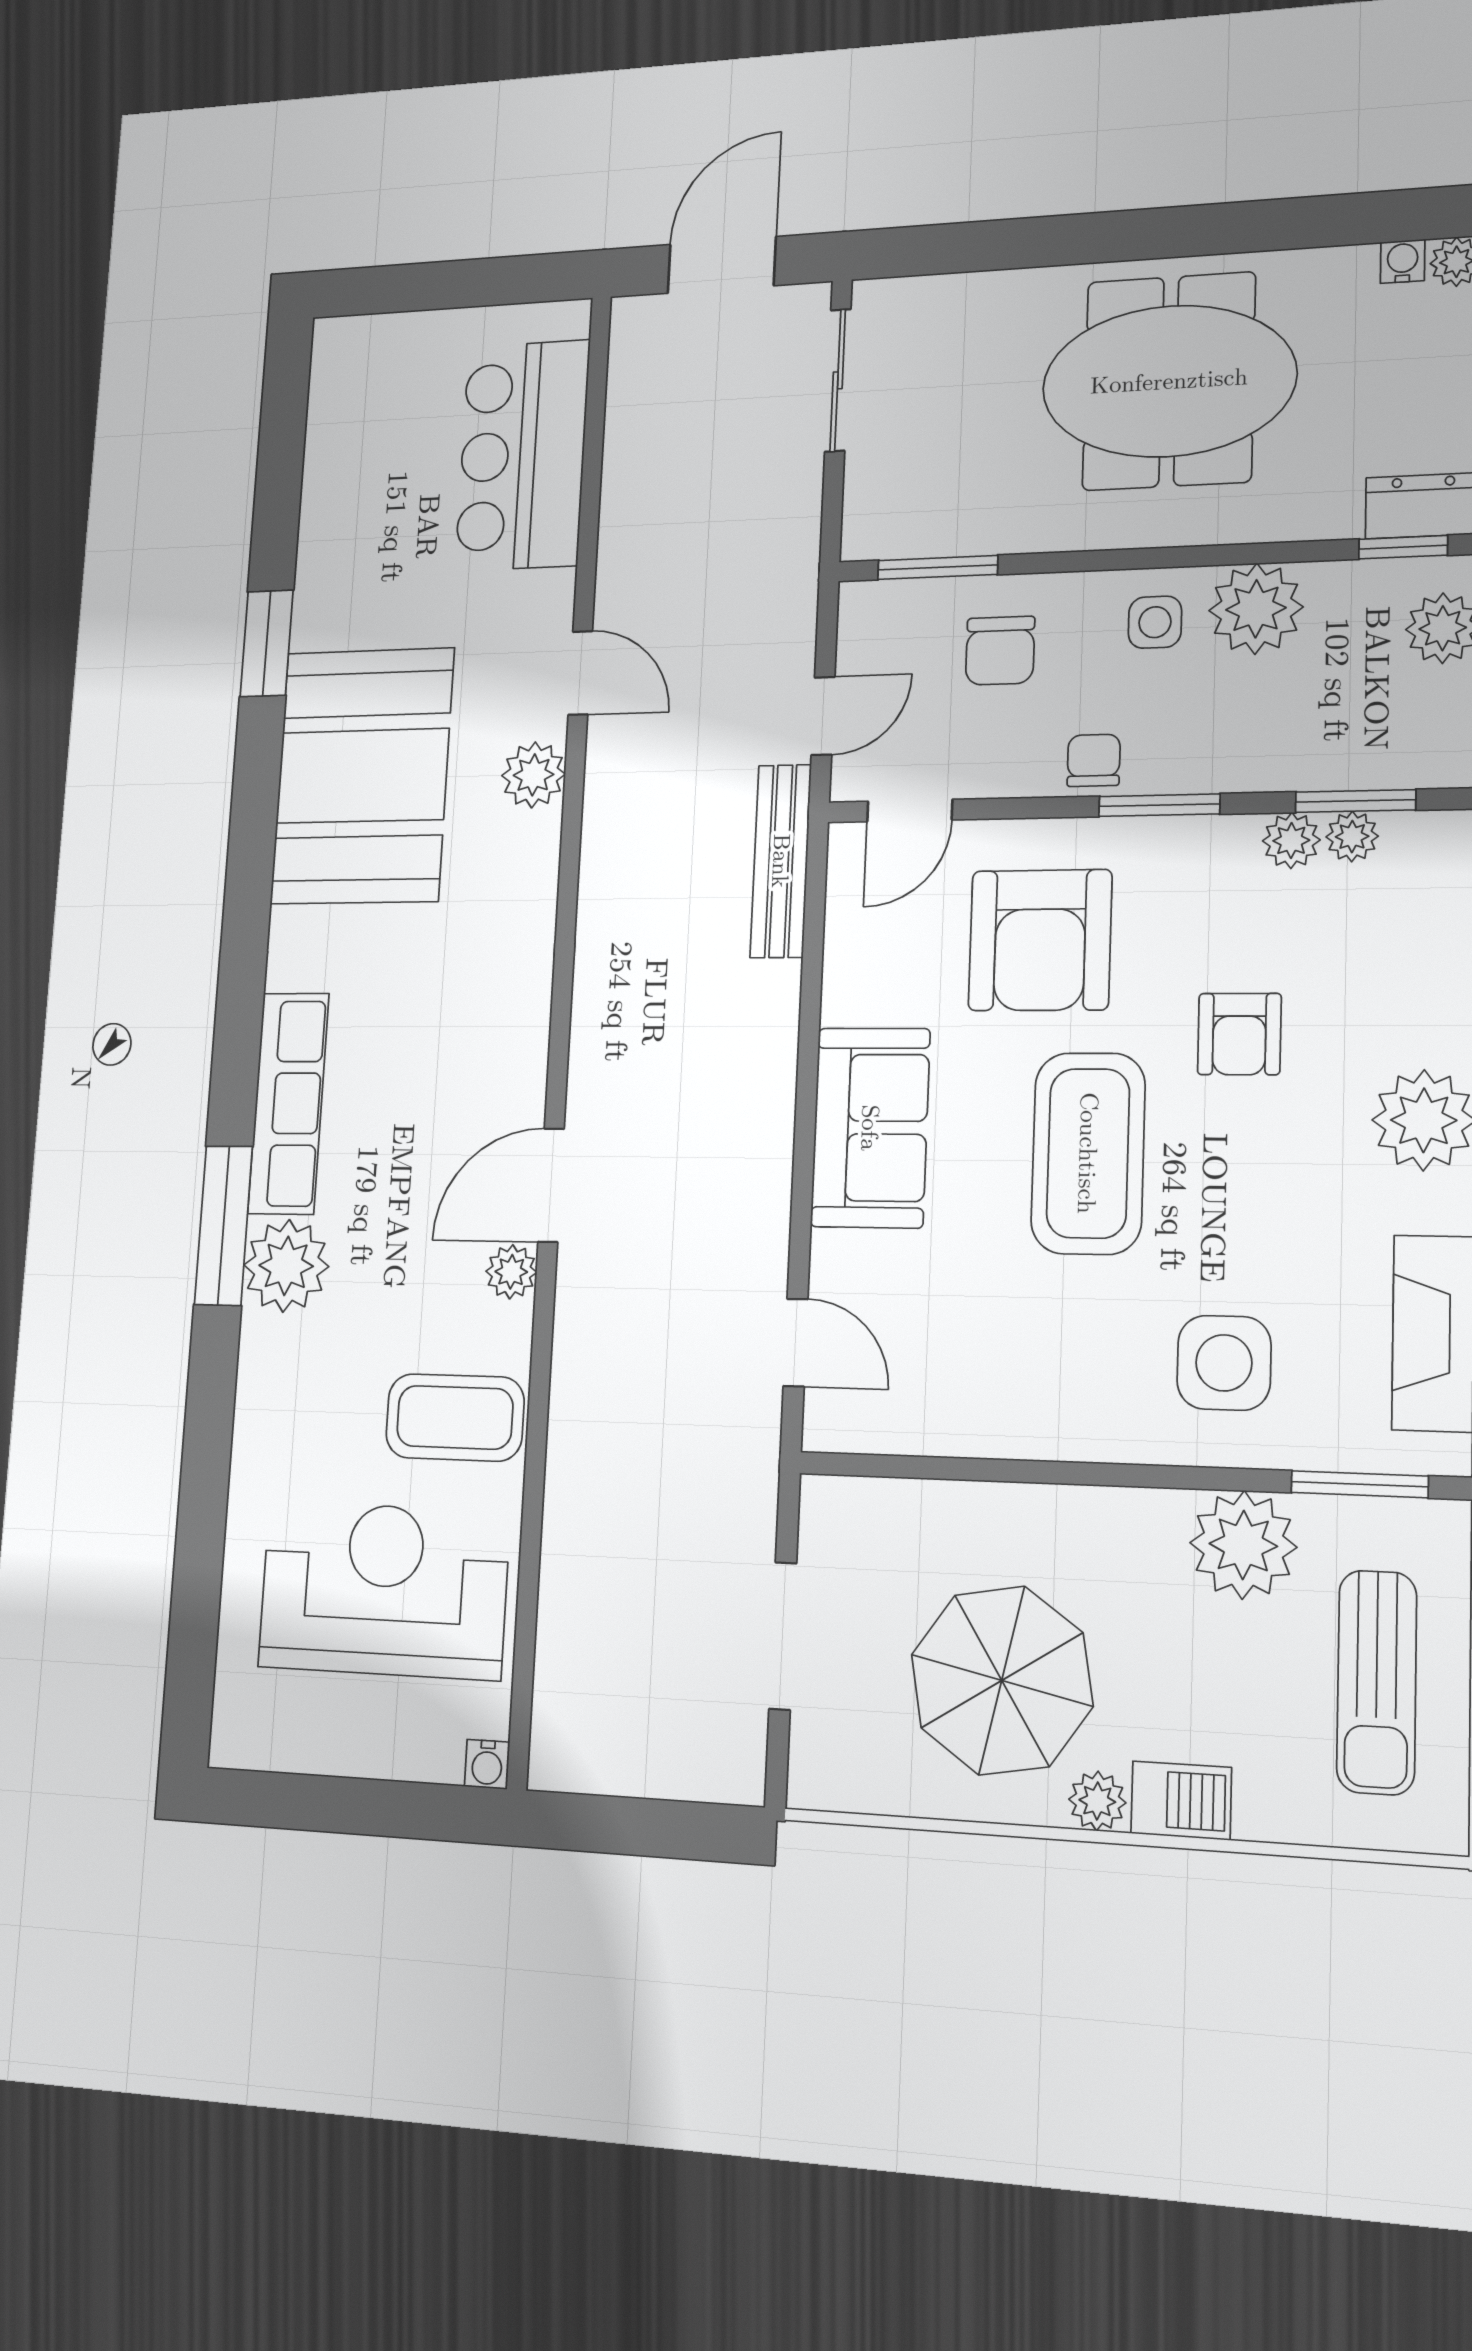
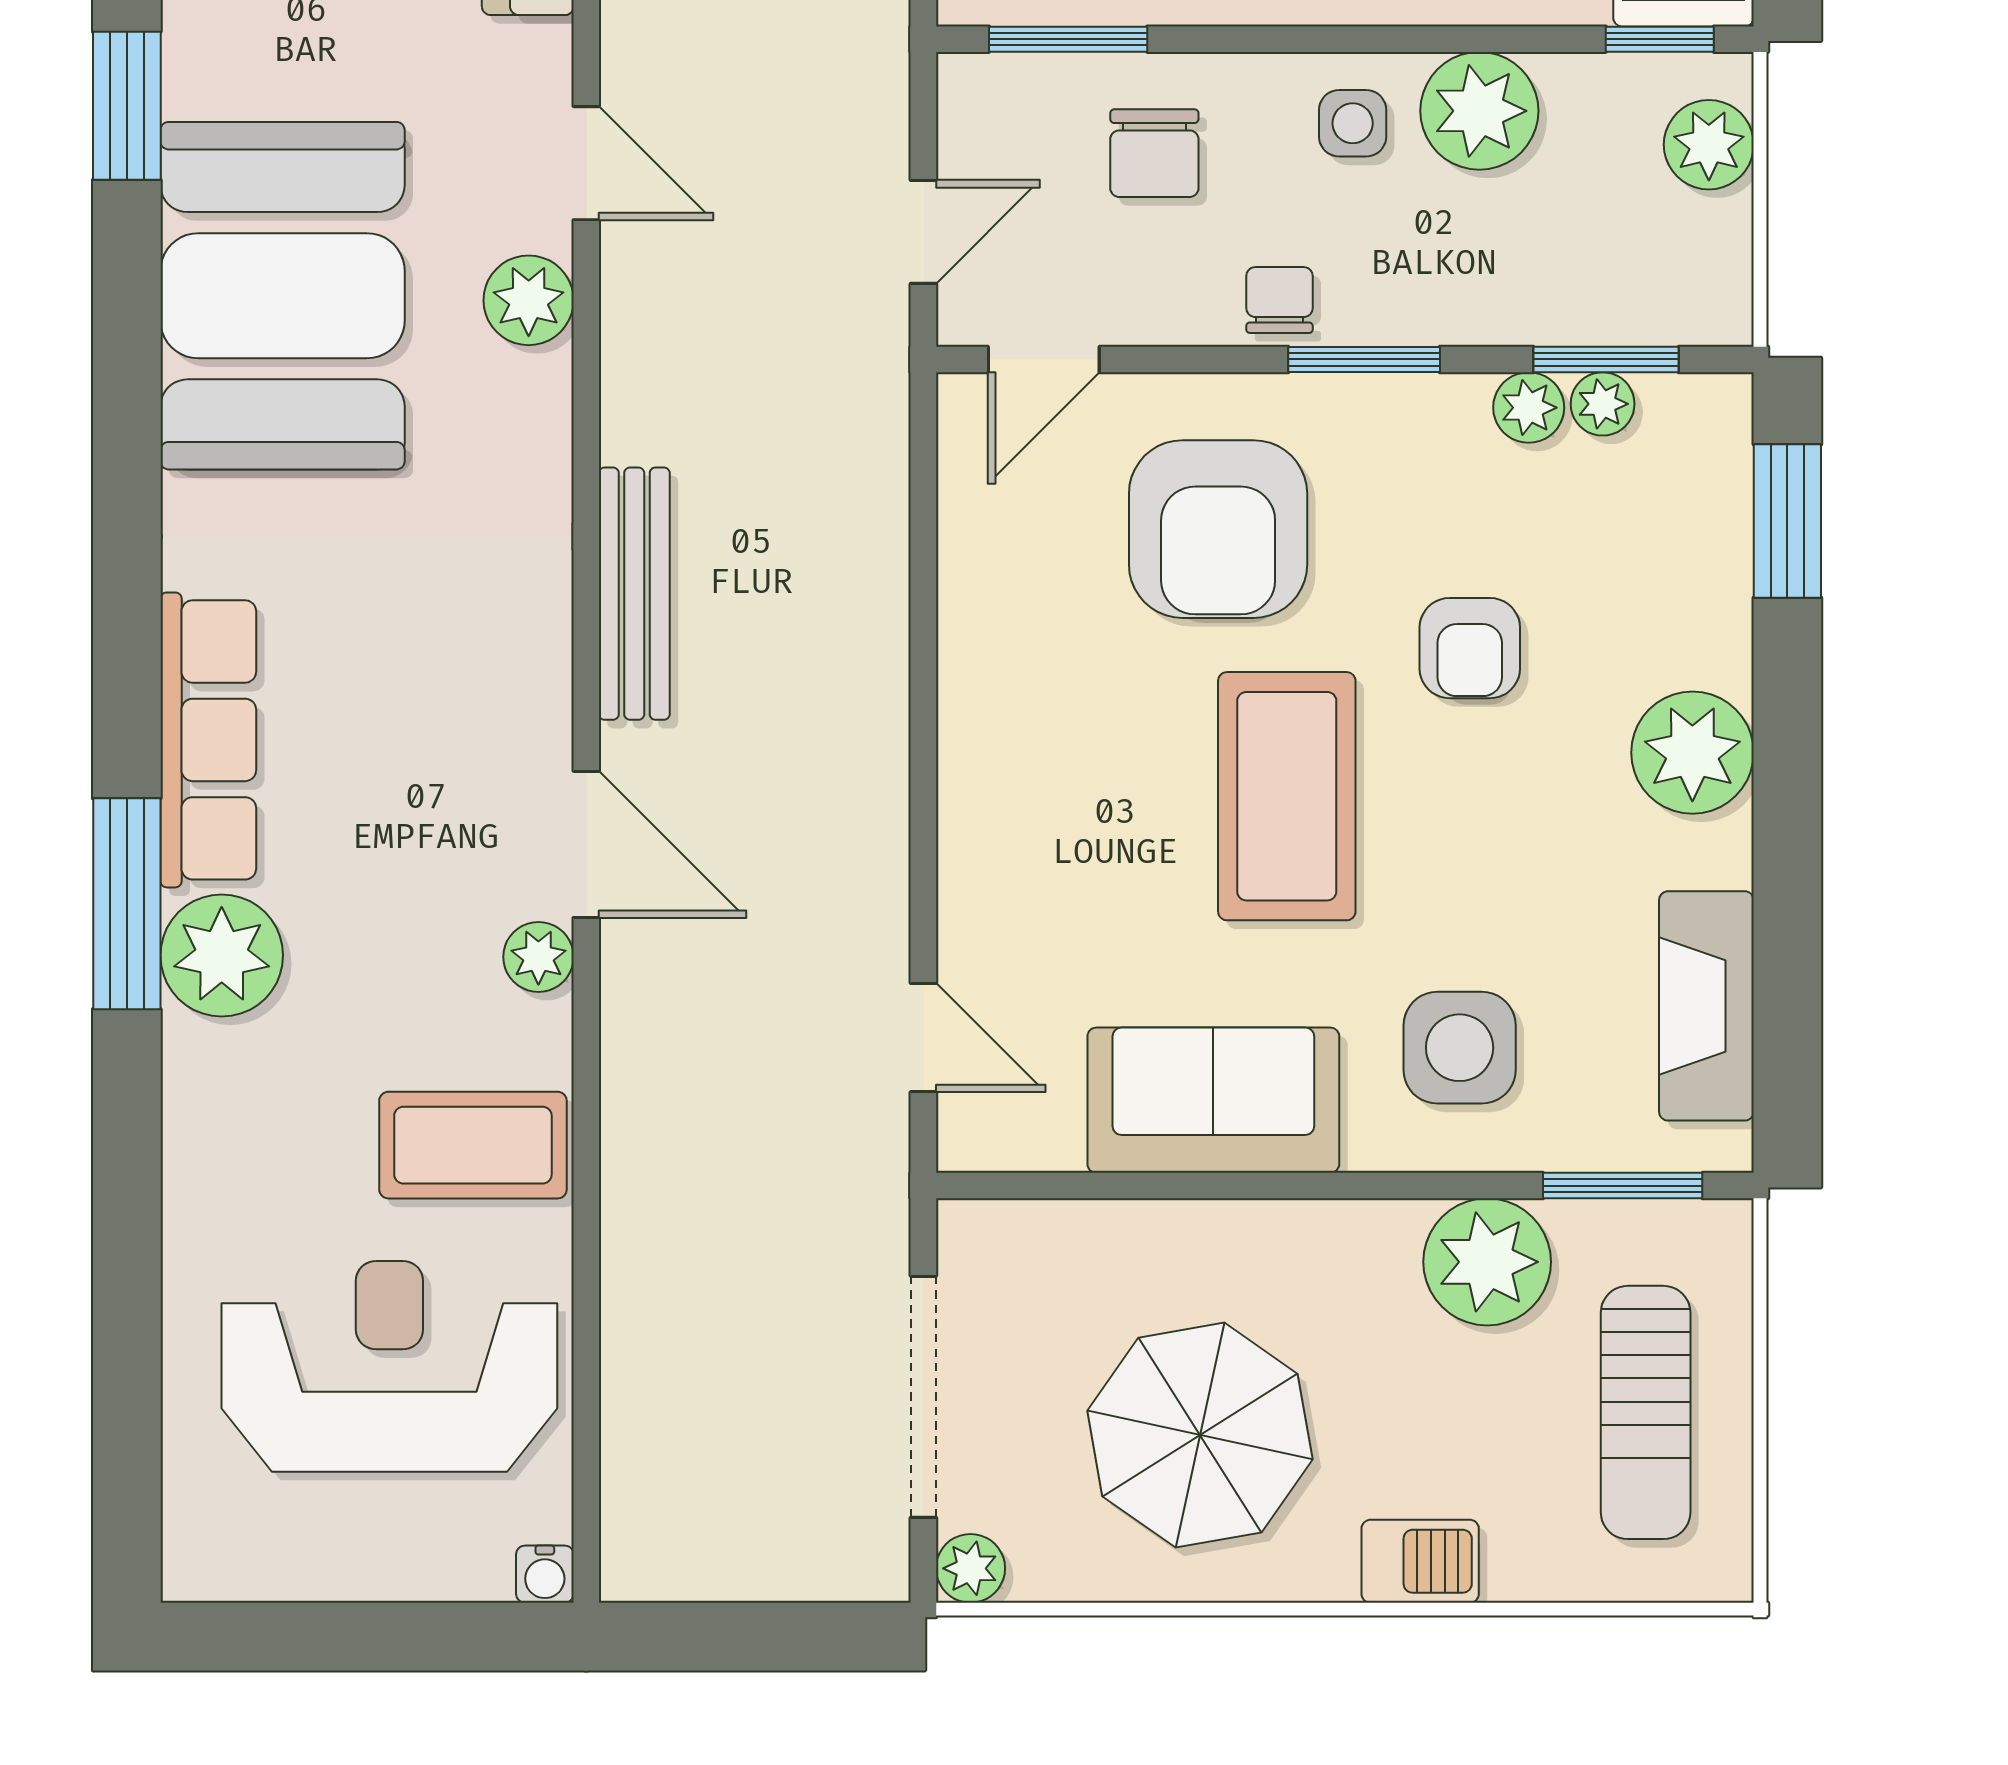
bench: (781, 861) -> (634, 594), moved
sofa: (870, 1128) -> (1213, 1100), moved, turned -90
door: (551, 1185) -> (586, 844), swing flipped
doorway: (783, 1636) -> (923, 1397), width x1.36
plant: (1097, 1801) -> (970, 1568), moved

